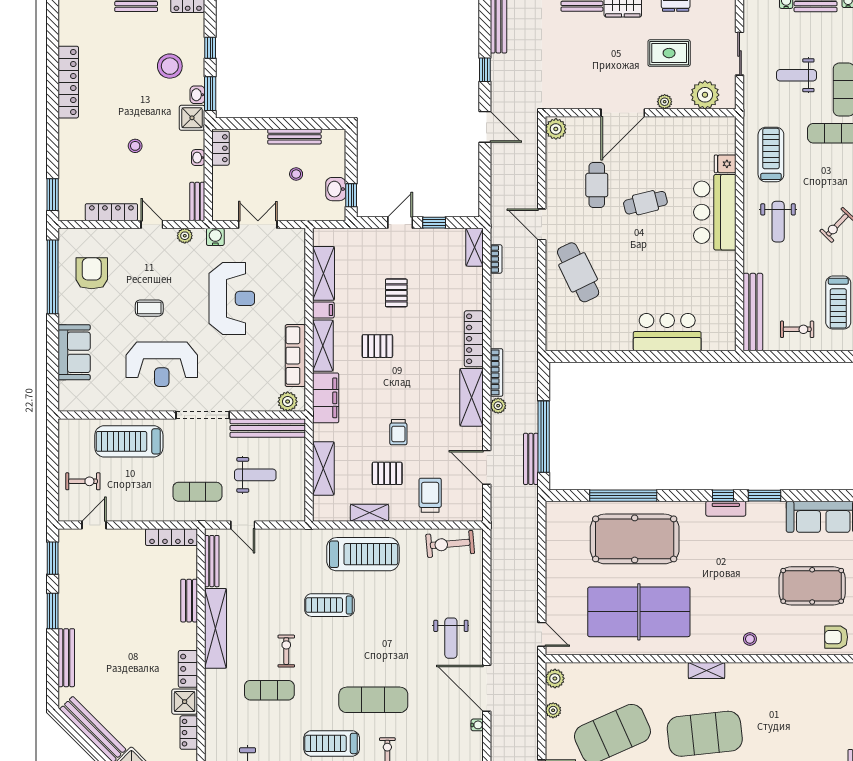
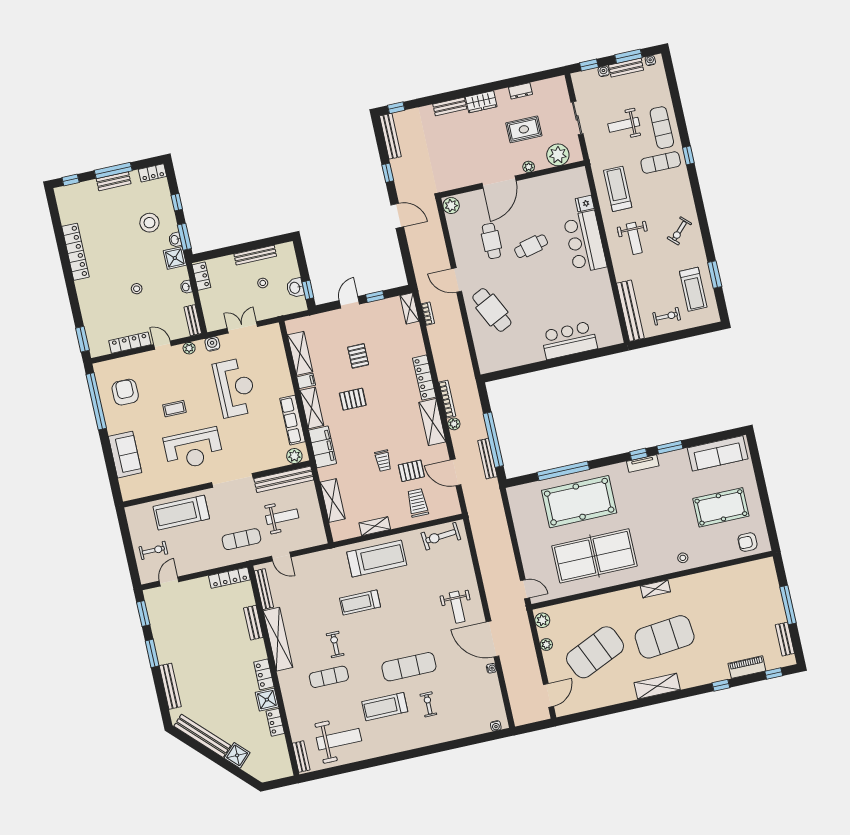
pallet: (387, 473) -> (411, 471), moved

